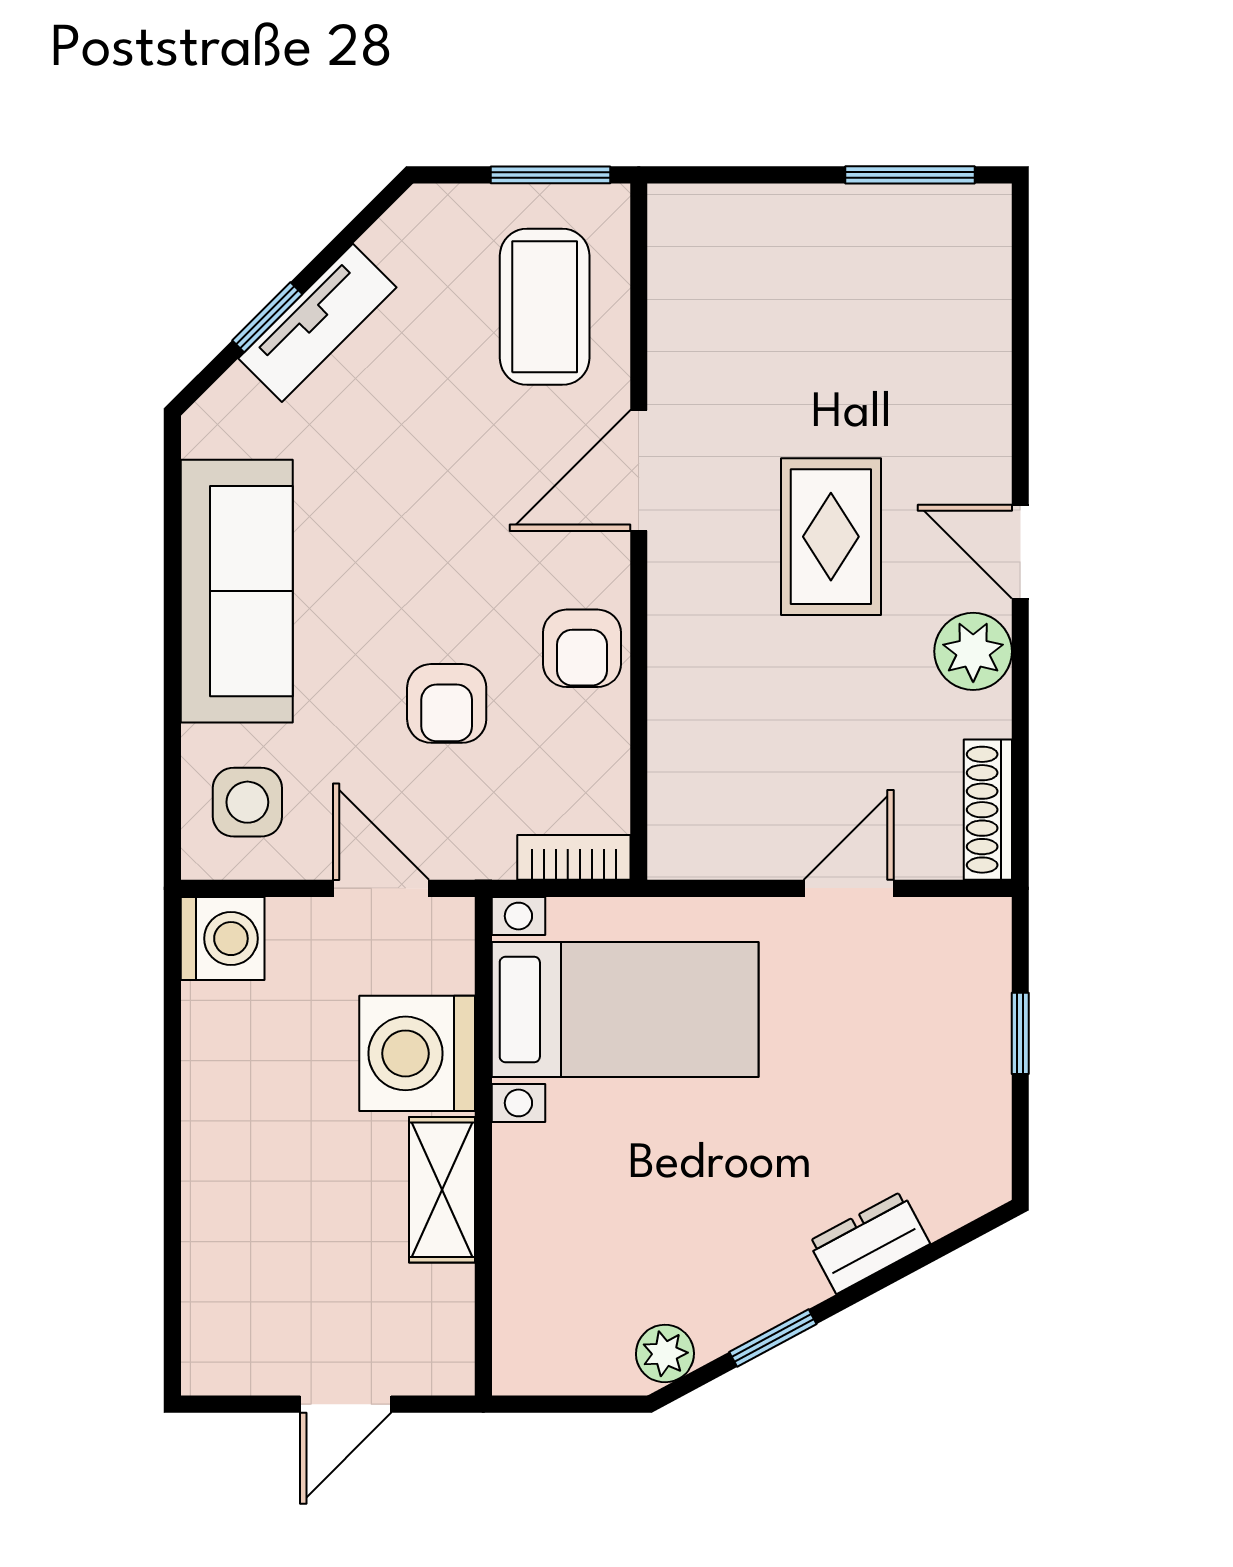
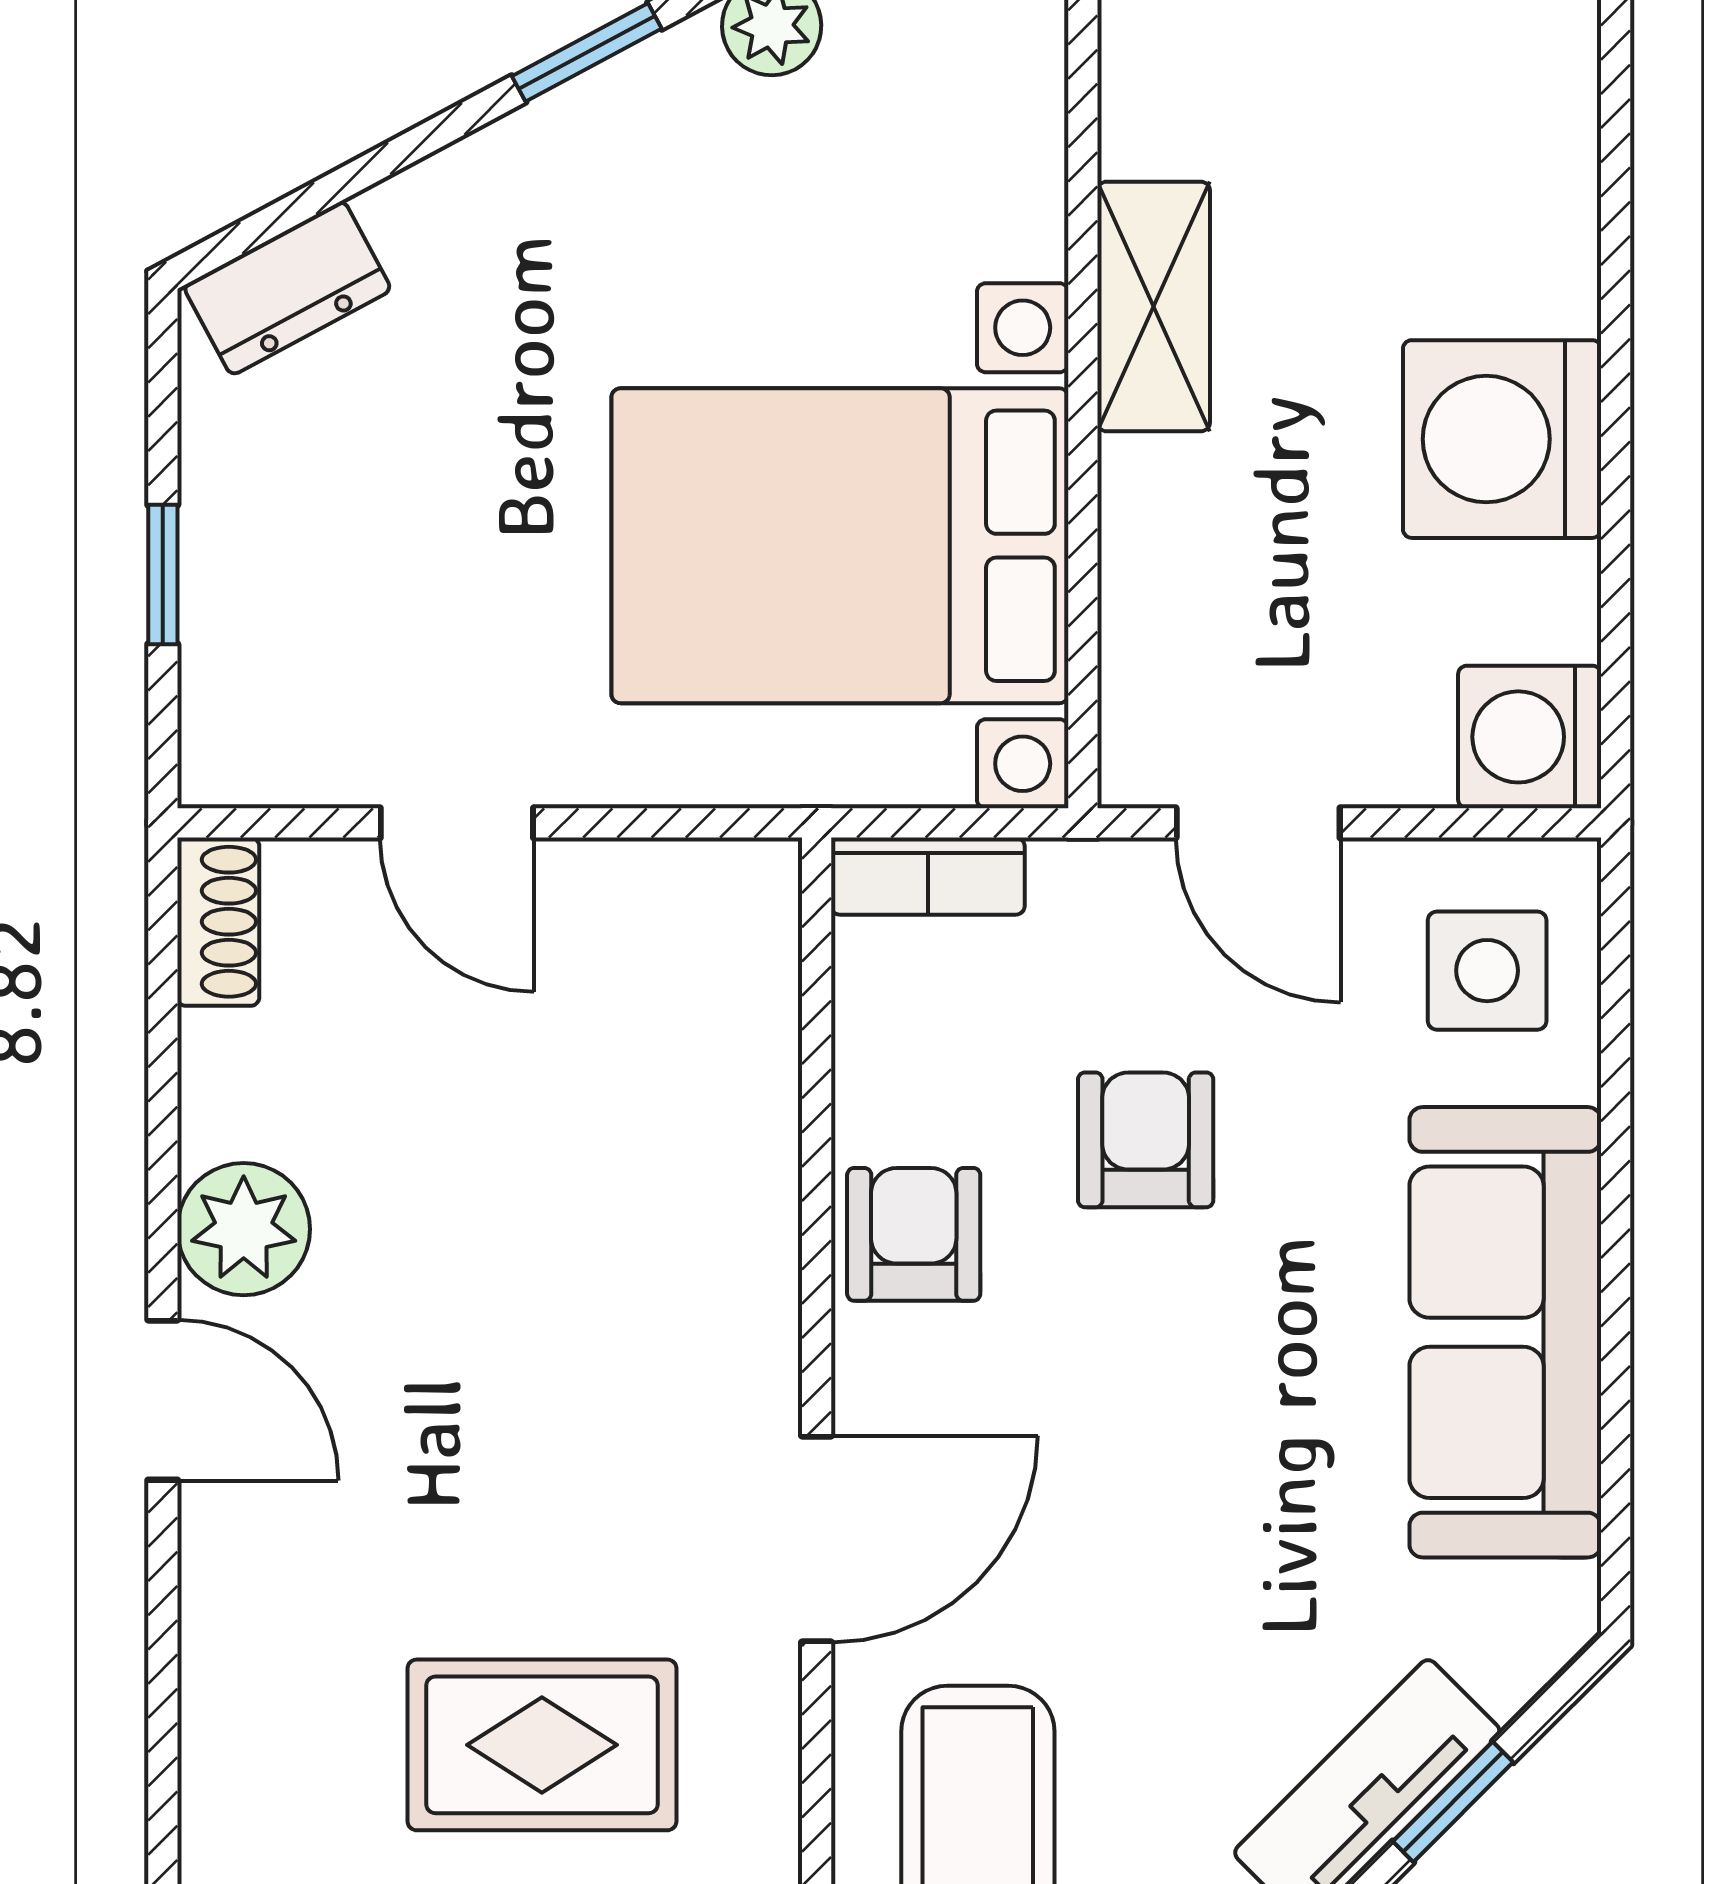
rug: (831, 537) -> (542, 1745), moved, turned 90
shoe rack: (988, 810) -> (218, 922), width x0.70
door: (849, 888) -> (457, 823), hinge flipped
bed with nightstands: (625, 1009) -> (840, 546), width x1.36
washing machine: (417, 1053) -> (1502, 439), moved, turned 180
dresser: (869, 1243) -> (287, 288), moved

